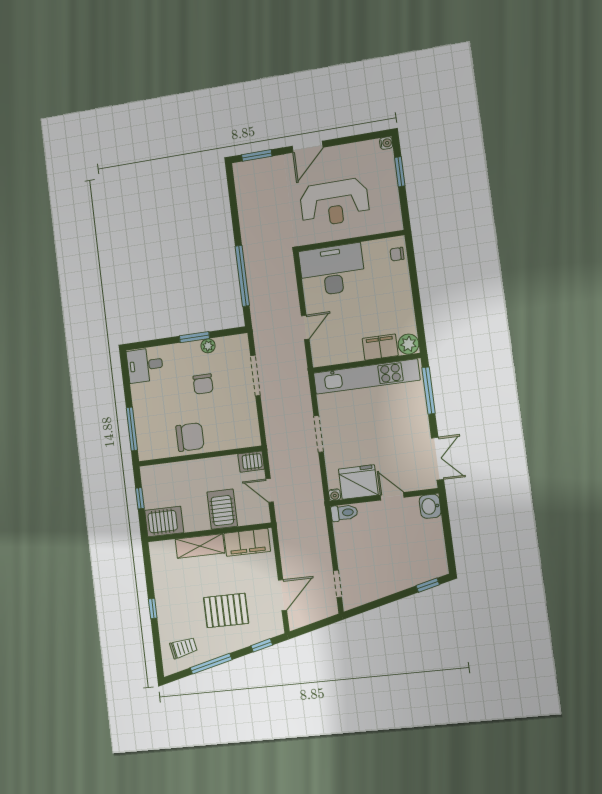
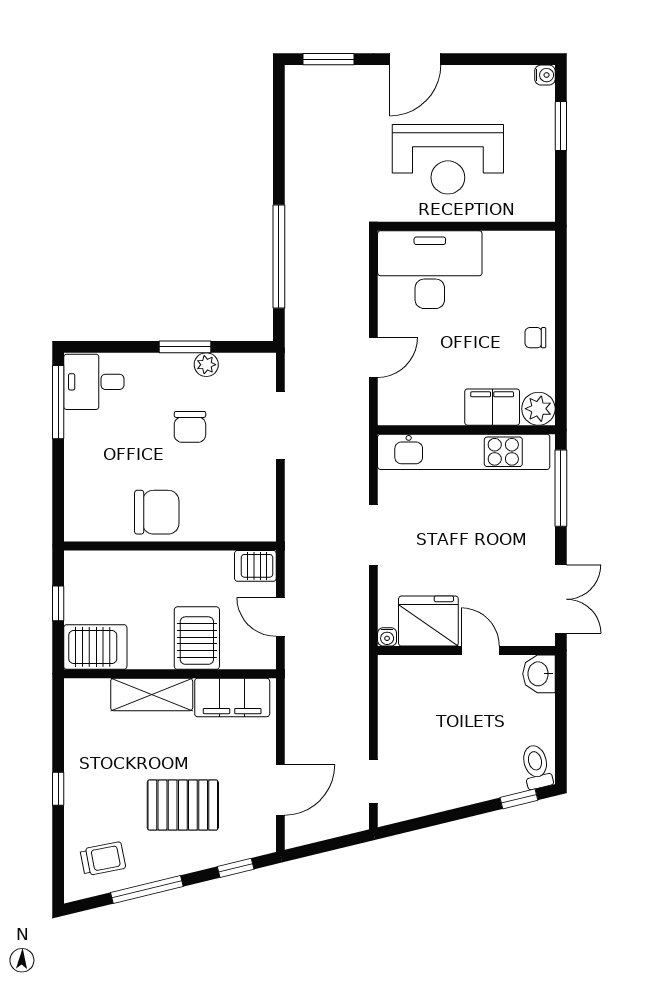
chair: (397, 254) -> (535, 338), moved
window: (132, 429) -> (58, 402), moved
toilet: (344, 513) -> (536, 767), moved, turned -104

